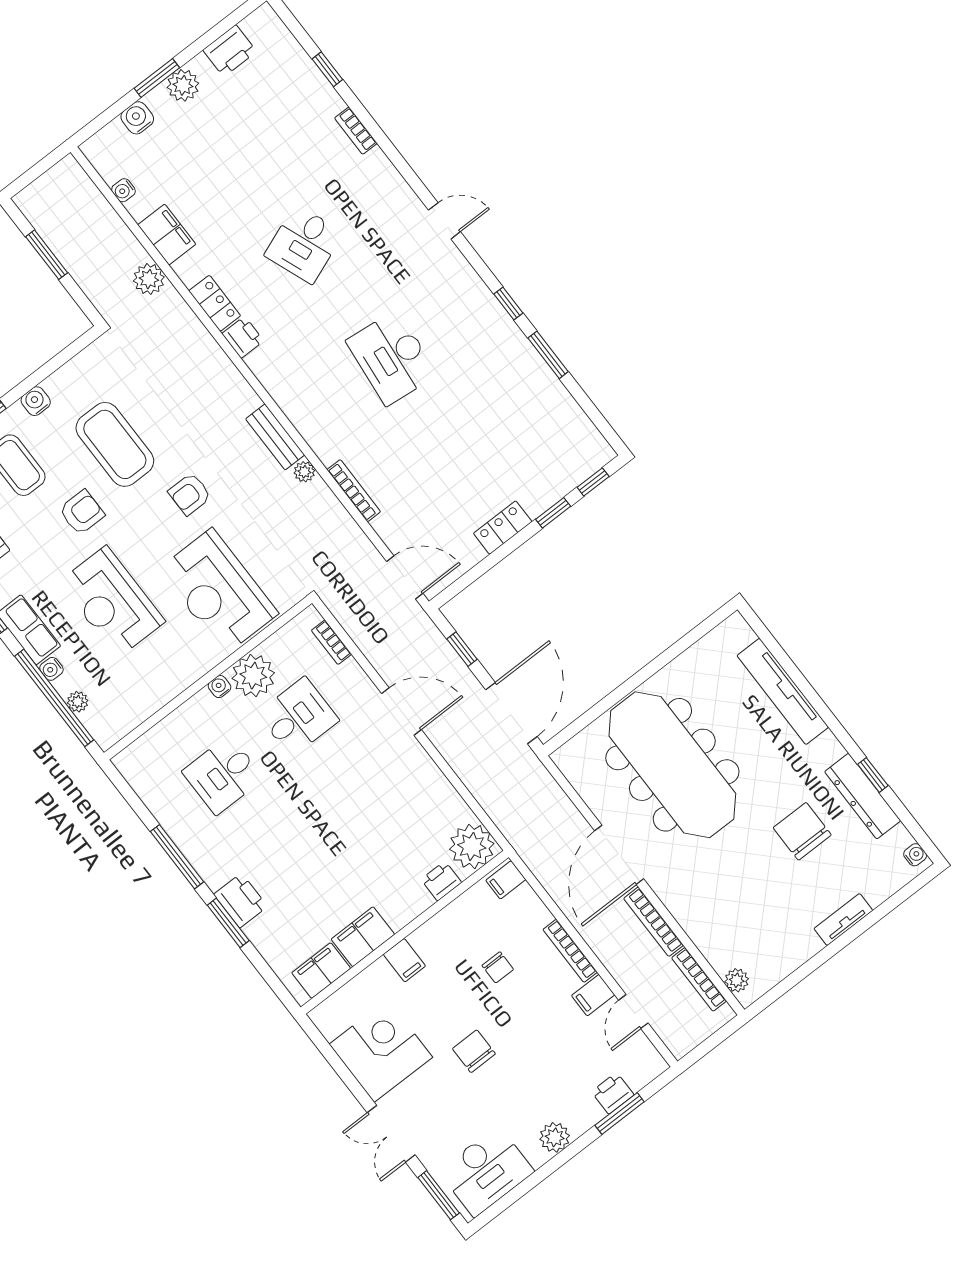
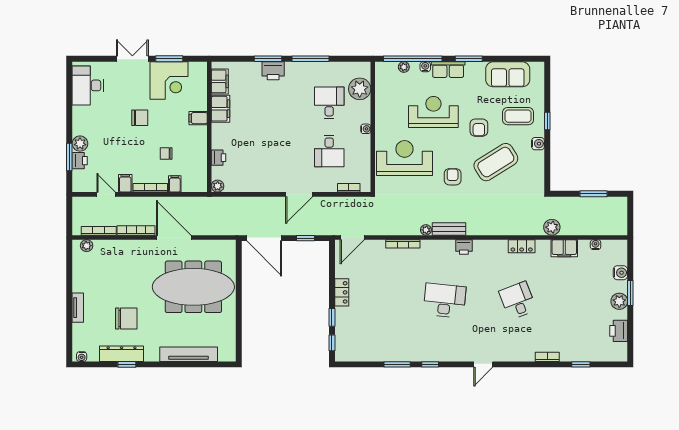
printer: (243, 337) -> (464, 247), moved
coffee table: (115, 444) -> (496, 162), turned -32
plant: (253, 676) -> (360, 89), moved
plant: (472, 846) -> (218, 186), width x0.53, depth x0.53
filing cabinet: (506, 880) -> (175, 184), moved
plant: (555, 1137) -> (80, 144), moved
window: (439, 1195) -> (169, 59), moved

